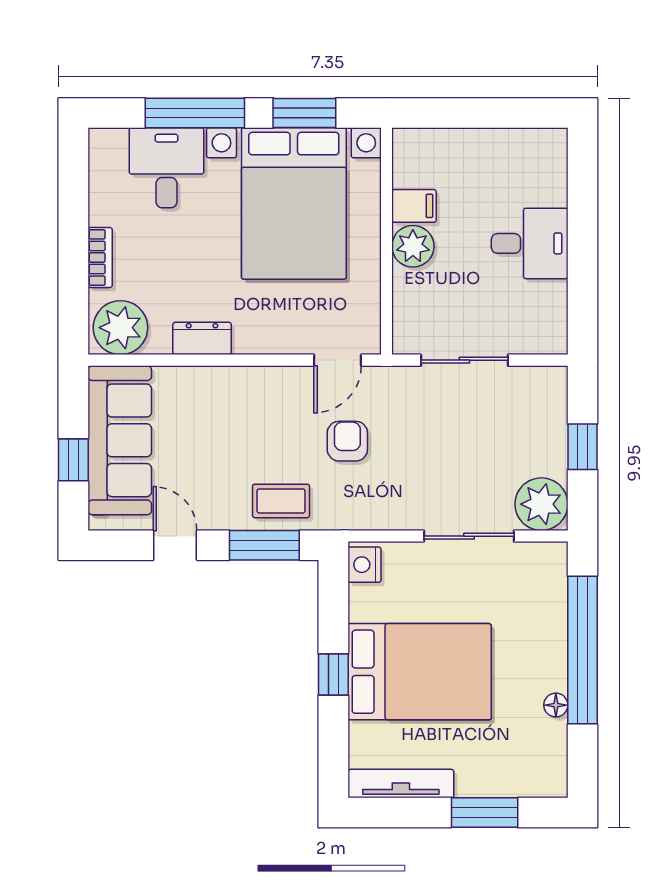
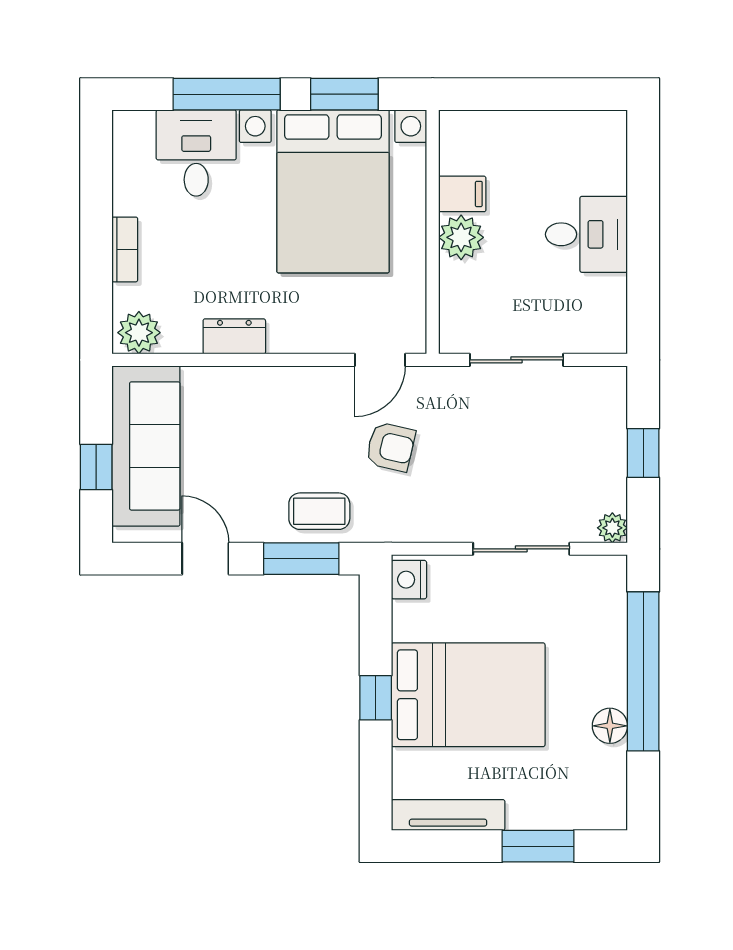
plant: (120, 328) -> (139, 333), width x0.73, depth x0.73
armchair: (347, 441) -> (391, 447), turned 103
plant: (541, 504) -> (612, 528), width x0.53, depth x0.53
floor lamp: (556, 705) -> (610, 726), width x1.37, depth x1.37

